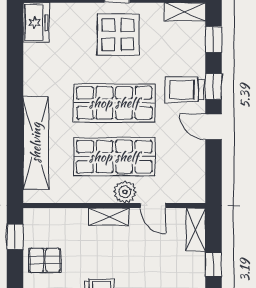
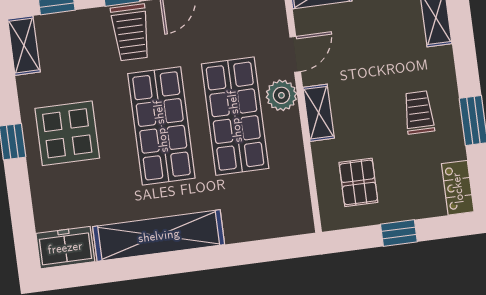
shelving: (36, 143) -> (159, 236), moved
window: (15, 237) -> (399, 233), moved
pallet: (45, 260) -> (358, 182), moved

